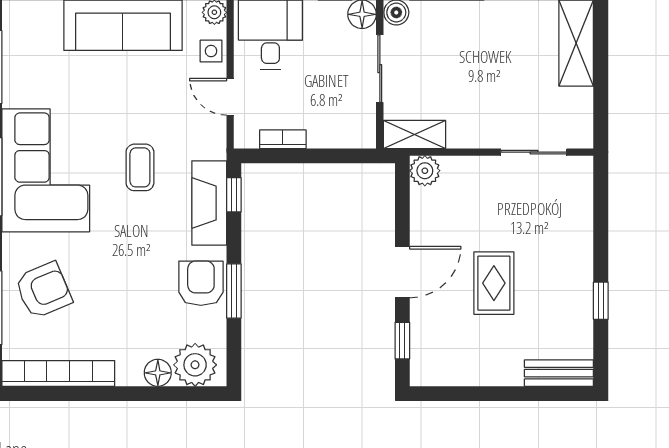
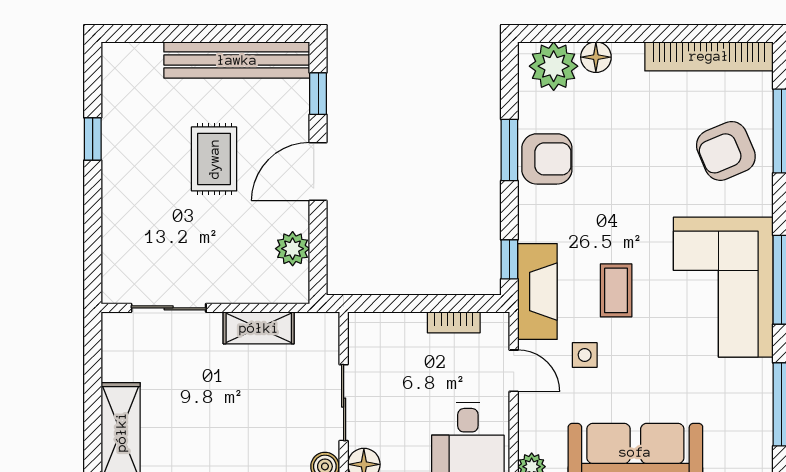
side table: (211, 51) -> (585, 355), moved
shelving: (415, 134) -> (259, 328), moved
plant: (425, 171) -> (293, 249), moved
fireplace: (209, 203) -> (537, 292), moved
armchair: (201, 283) -> (547, 159), turned -90
bench: (559, 373) -> (237, 60), moved, width x1.86, depth x1.21

